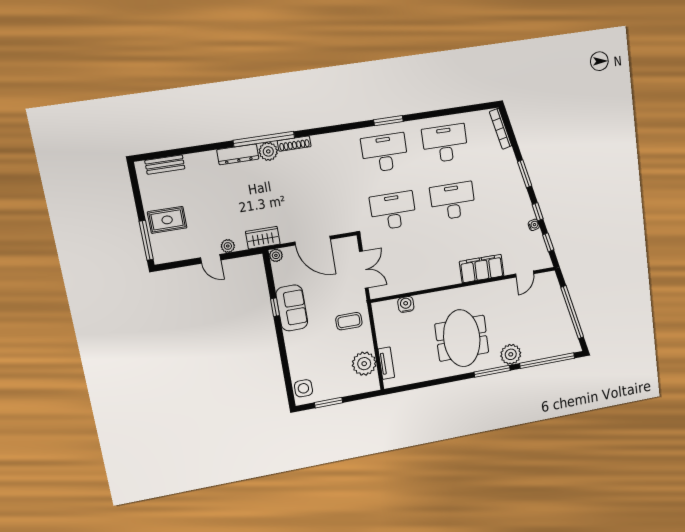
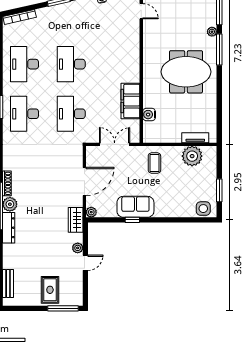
filing cabinet: (482, 269) -> (130, 101), moved
plant: (511, 354) -> (212, 32), width x0.53, depth x0.53

